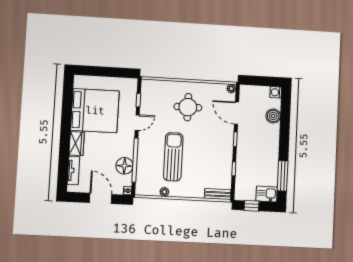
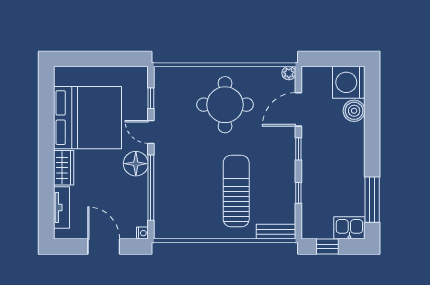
washing machine: (276, 92) -> (349, 82), width x1.89, depth x1.89
round table: (188, 107) -> (225, 105), width x1.36, depth x1.36
door: (237, 113) -> (298, 109), hinge flipped
door: (137, 123) -> (151, 132), swing flipped
sun lounger: (173, 157) -> (236, 191), moved
floor lamp: (124, 166) -> (136, 164), moved
plant: (164, 192) -> (197, 232), removed

